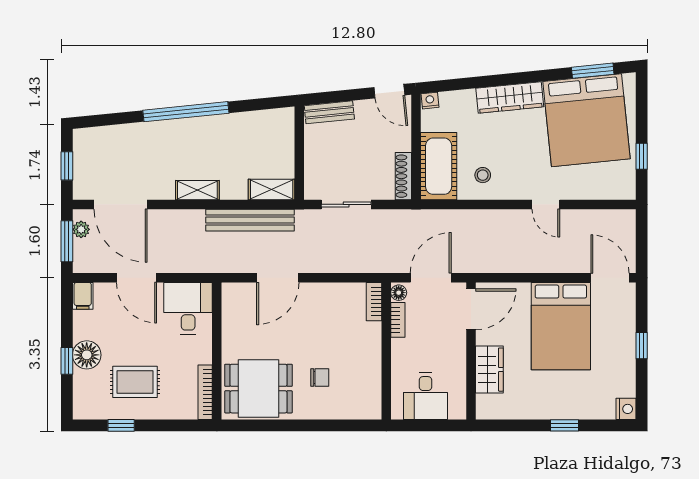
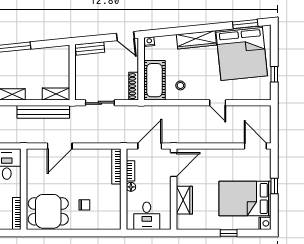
floor lamp: (399, 293) -> (131, 187), moved
bookcase: (374, 302) -> (116, 166), width x1.56
bed: (561, 326) -> (245, 198), moved, turned 90

